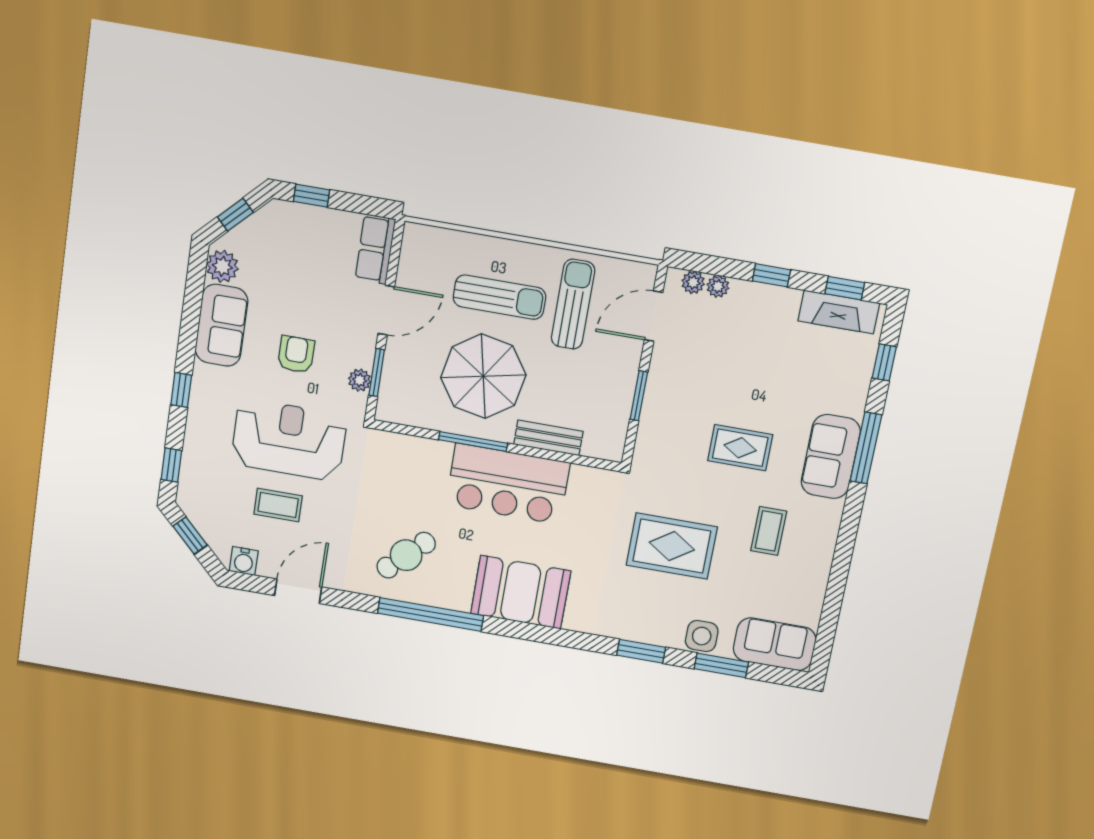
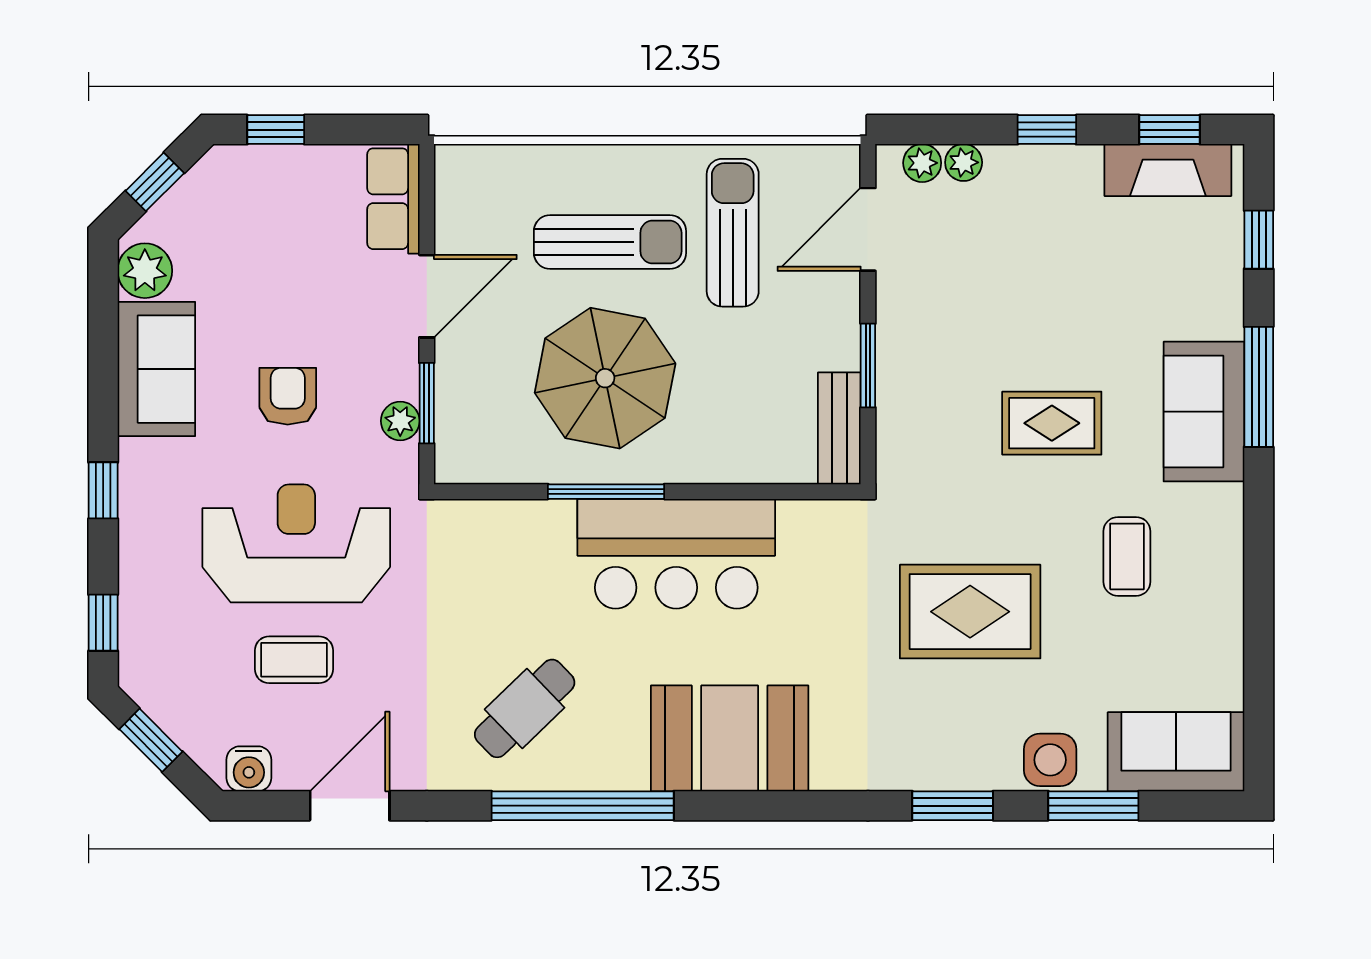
bench: (548, 438) -> (839, 428), moved, turned 90

